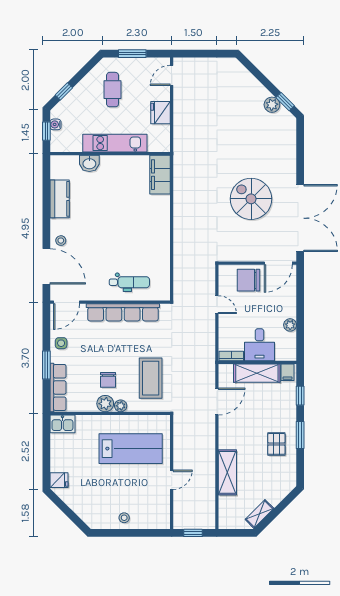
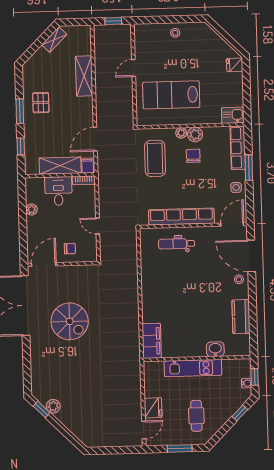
fridge: (161, 113) -> (153, 408), moved
chair: (249, 280) -> (70, 249), width x0.54, depth x0.54
filing cabinet: (288, 372) -> (88, 166), moved

